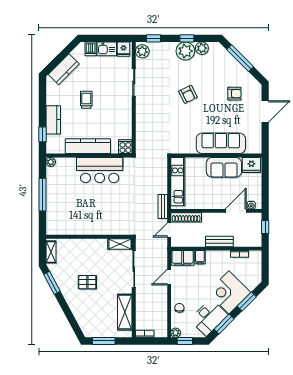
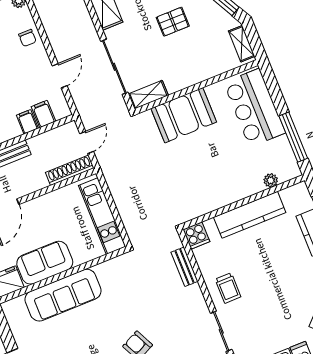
trolley: (86, 100) -> (228, 288), moved
plant: (51, 162) -> (271, 180), moved
bar counter: (100, 170) -> (255, 108), moved, turned -90
window: (42, 195) -> (293, 137), moved
bench: (163, 207) -> (185, 267), moved
booth: (104, 223) -> (184, 115), added
filing cabinet: (183, 258) -> (43, 114), width x0.50

